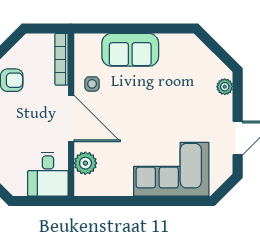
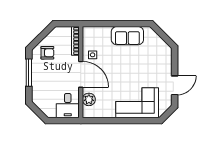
sofa: (130, 50) -> (127, 36), moved
plant: (225, 87) -> (167, 56), removed

